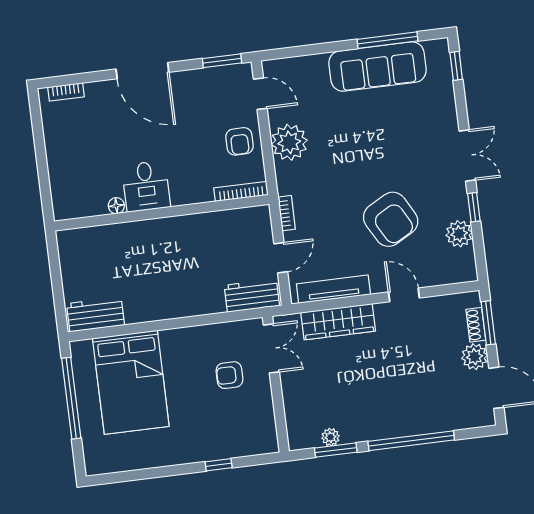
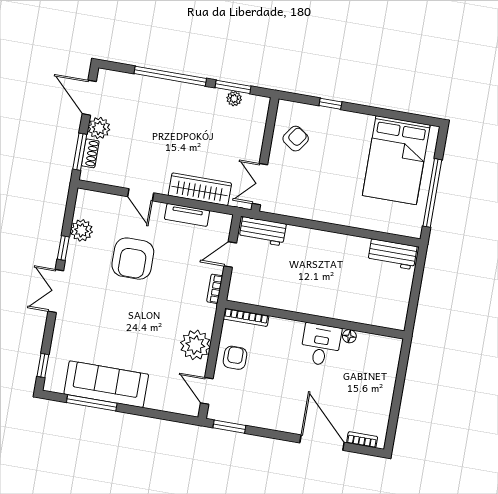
door: (142, 71) -> (322, 443), moved
armchair: (391, 219) -> (133, 259), turned -151
tv unit: (333, 289) -> (187, 215), width x0.71
armchair: (229, 375) -> (296, 139), moved, turned -55
bed: (131, 382) -> (396, 160), moved, turned 180

